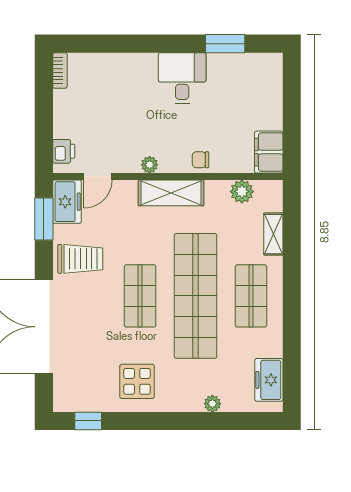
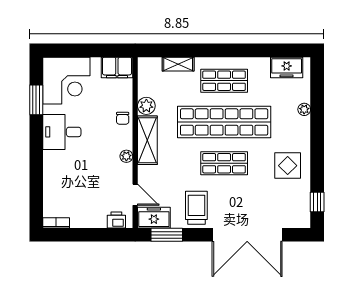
corner desk: (251, 84) -> (66, 81), added
plant: (242, 192) -> (146, 106), moved

